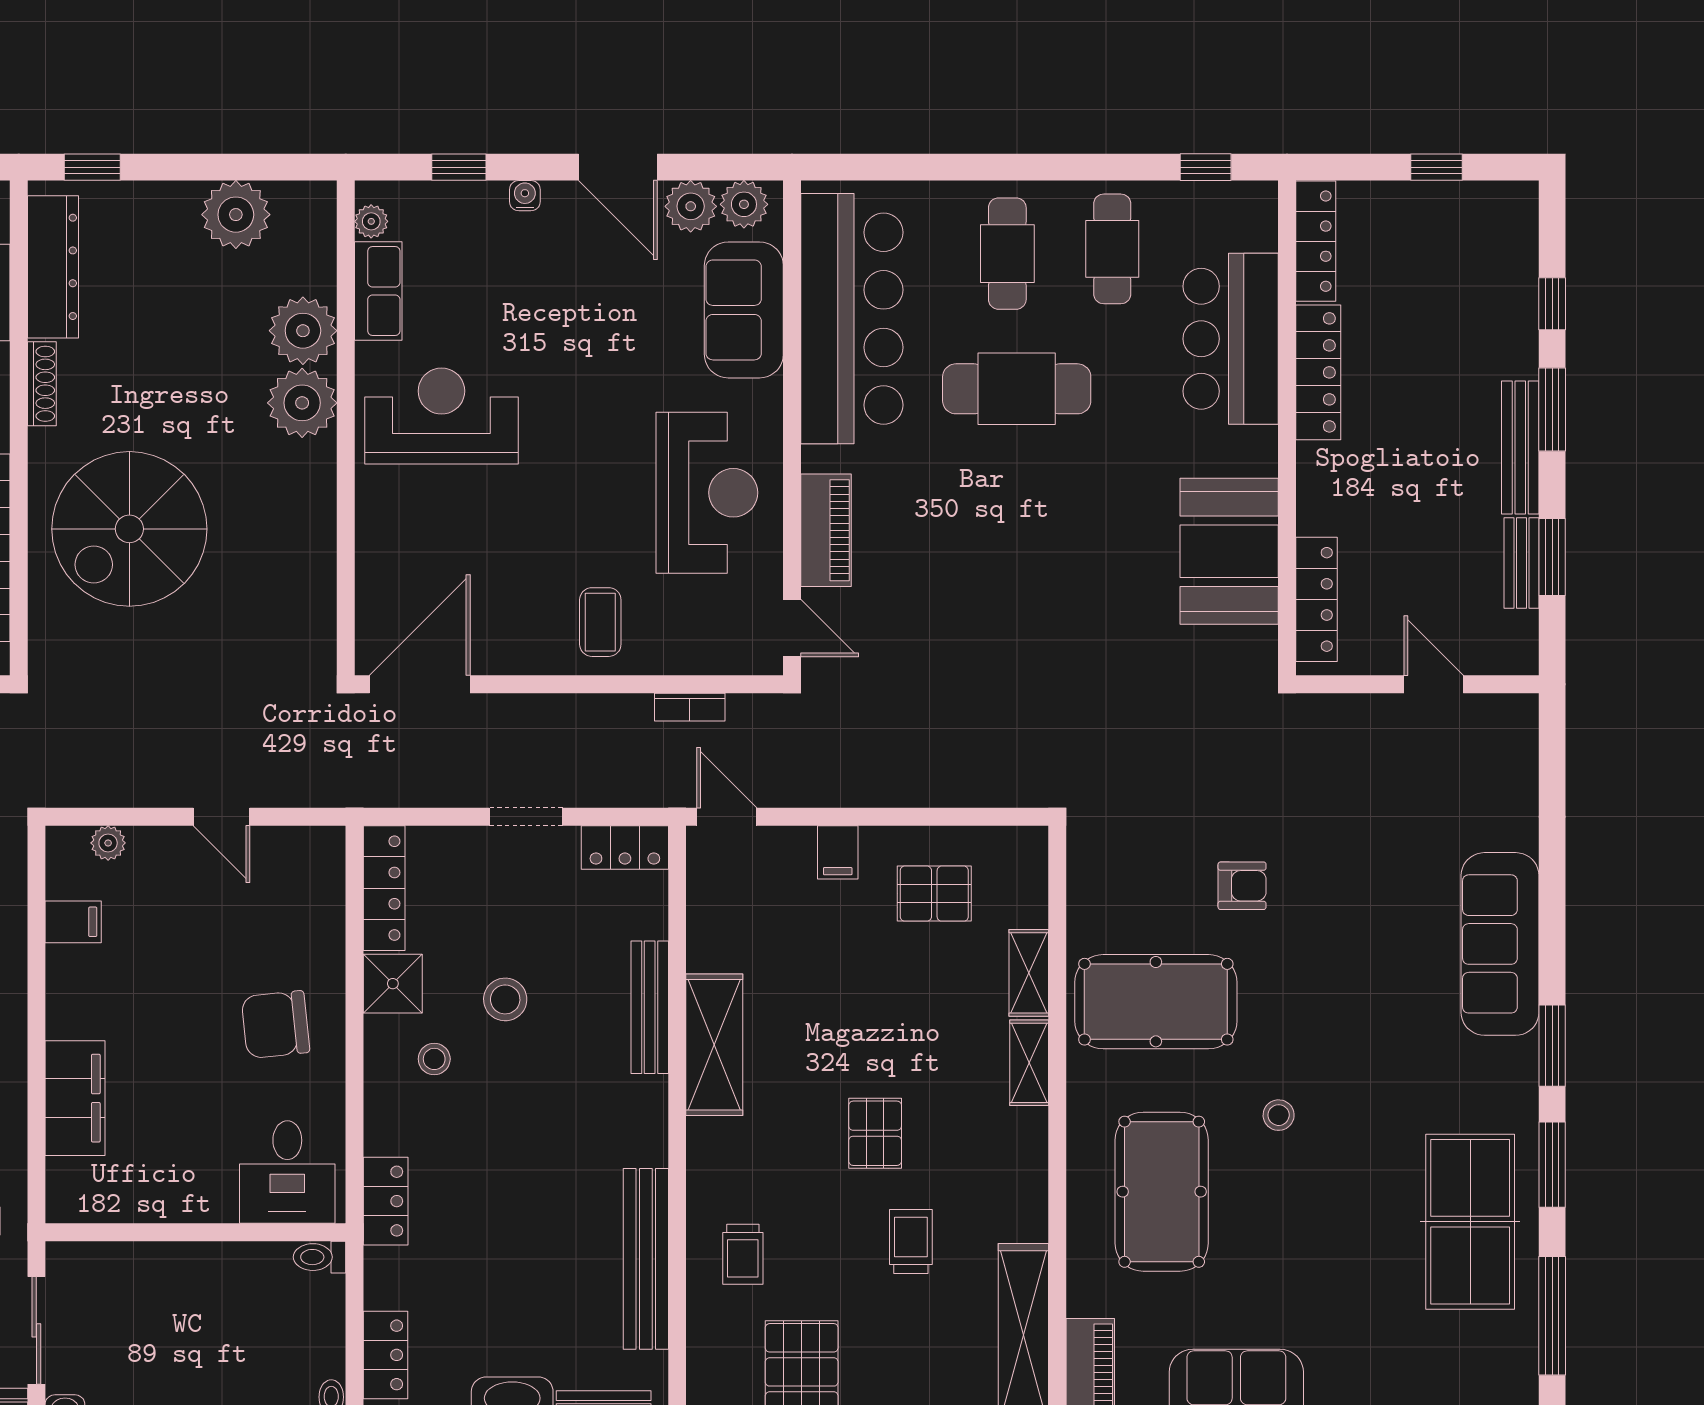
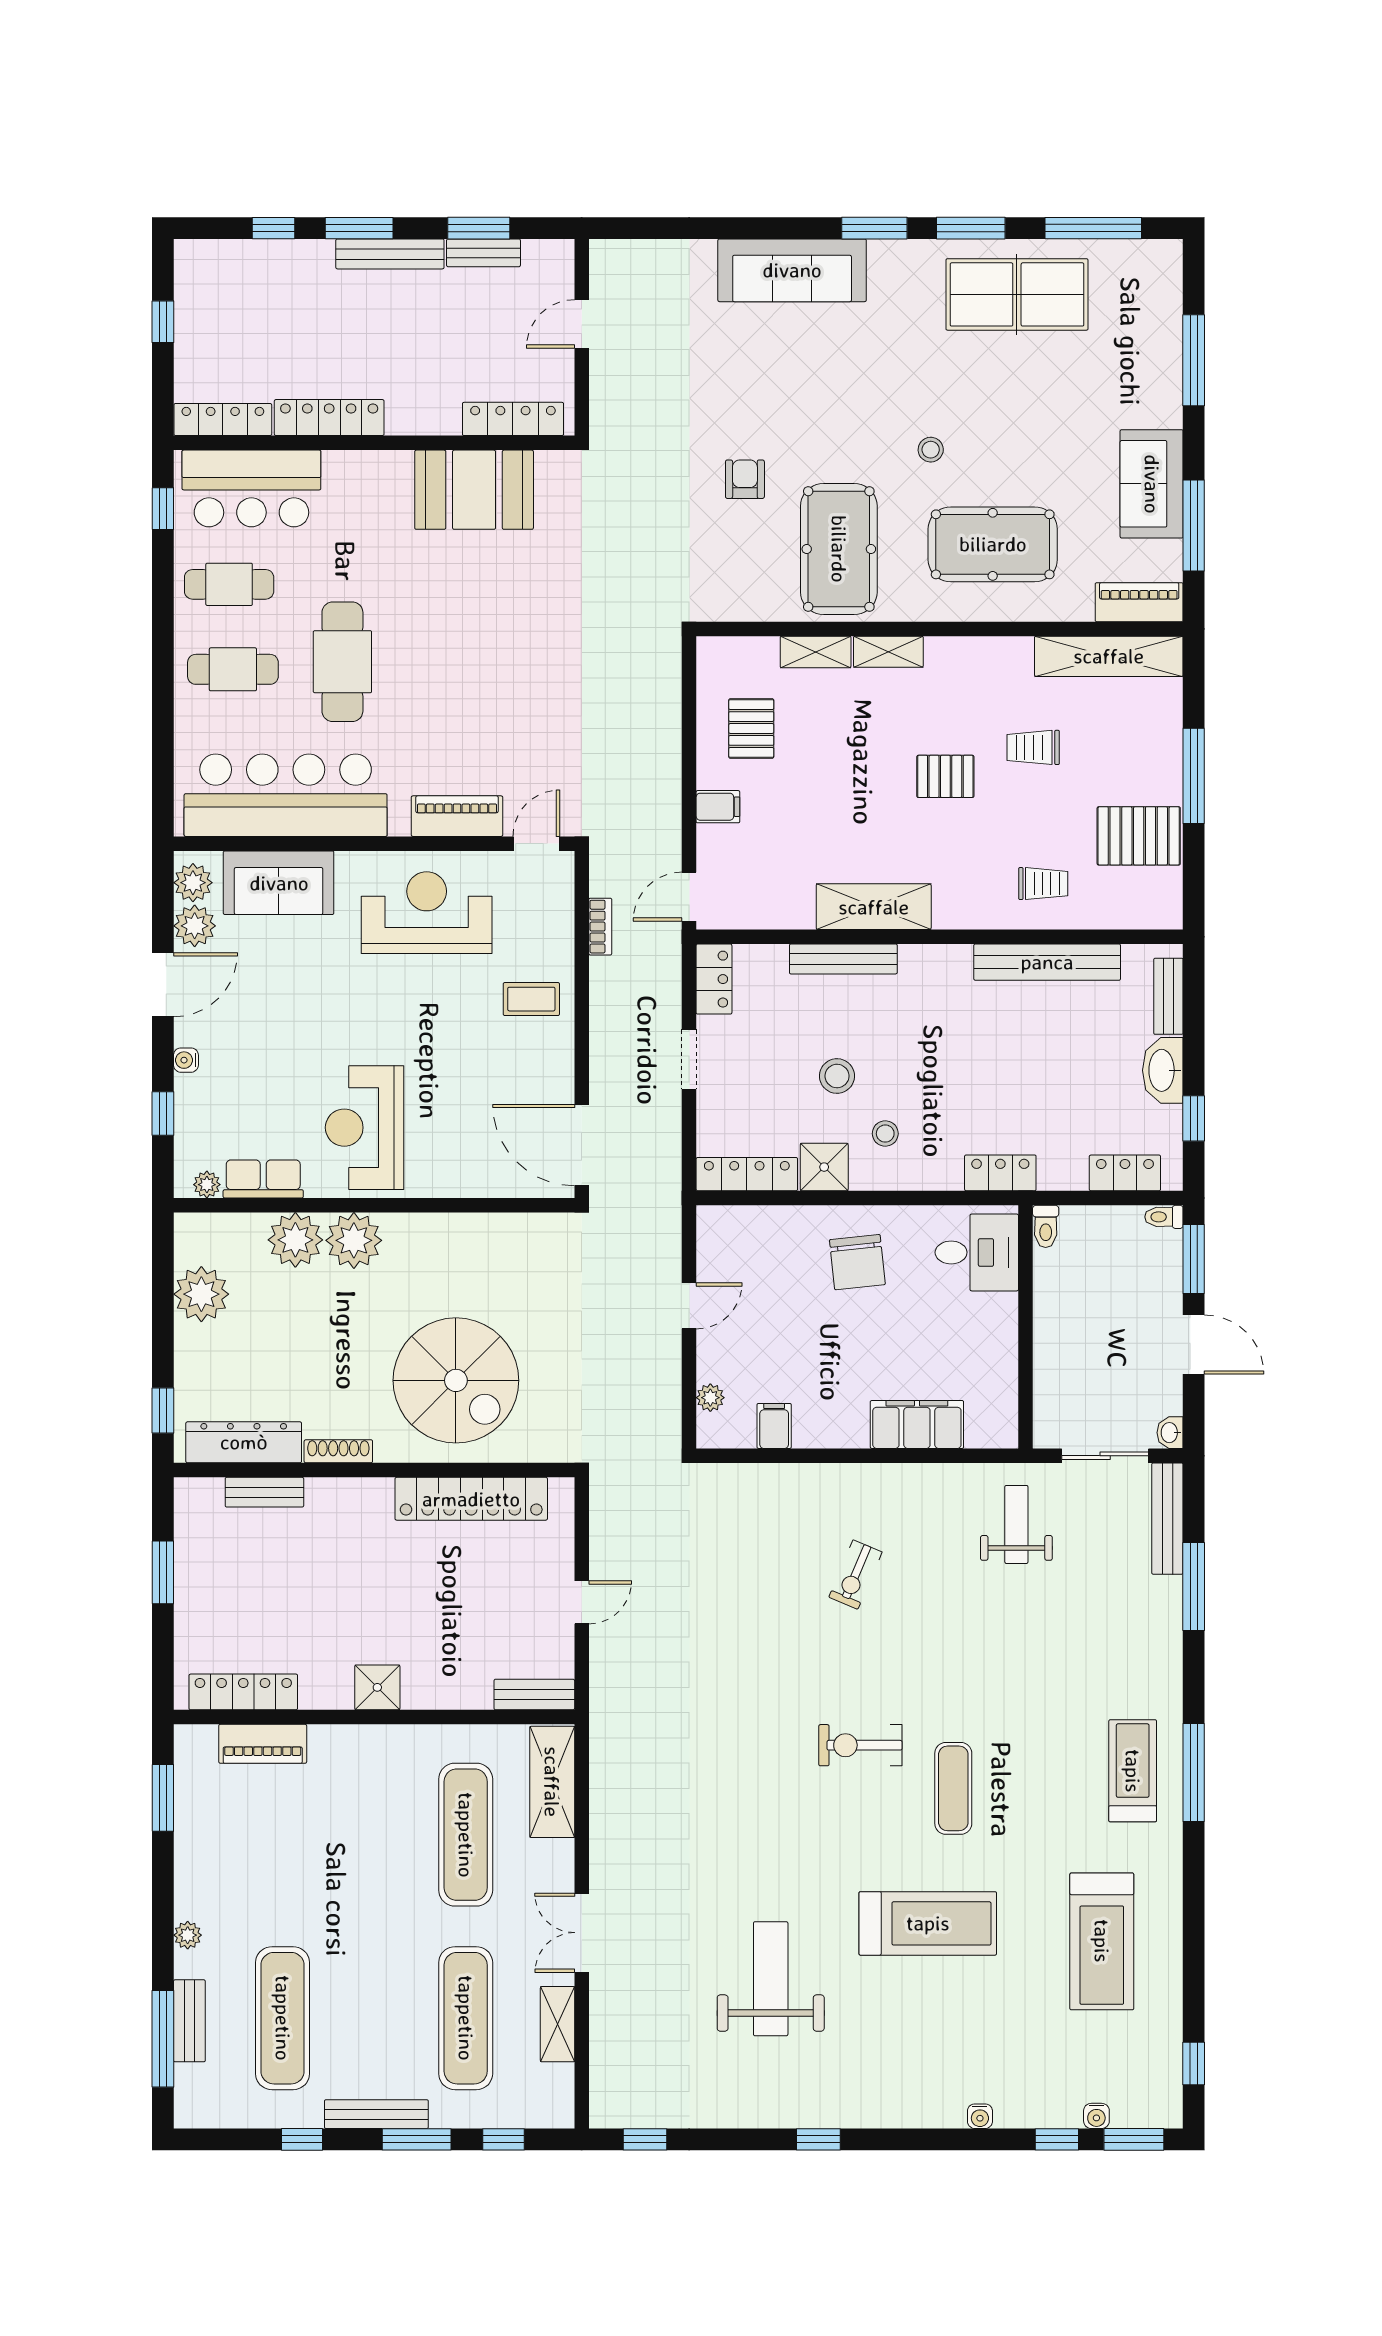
bar counter: (1231, 339) -> (251, 488), moved

